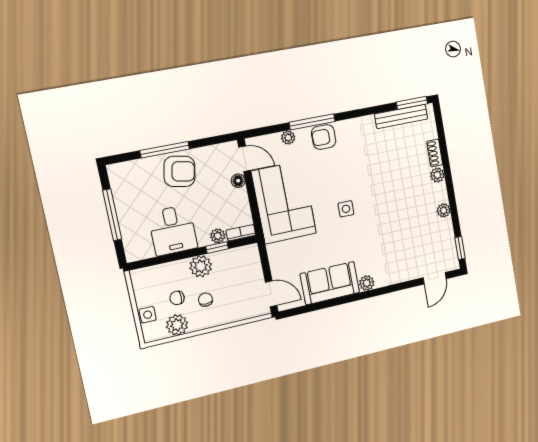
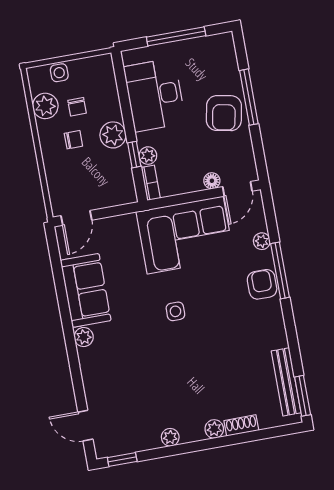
desk: (173, 230) -> (155, 95), width x1.37
chair: (177, 298) -> (77, 107), turned 180

